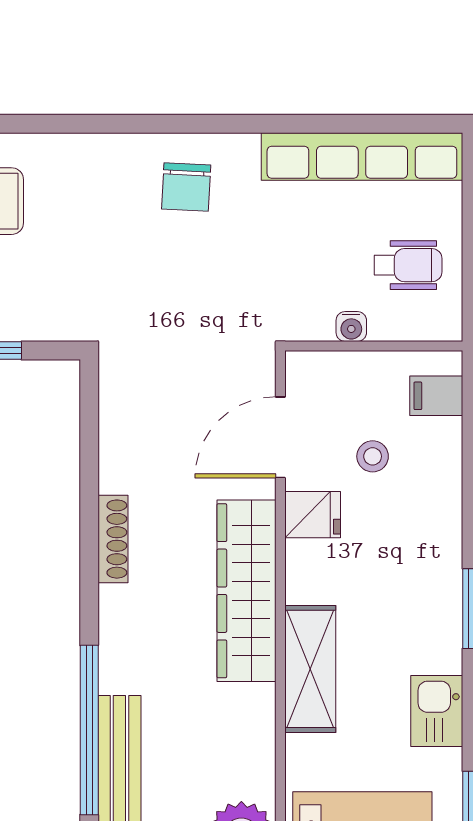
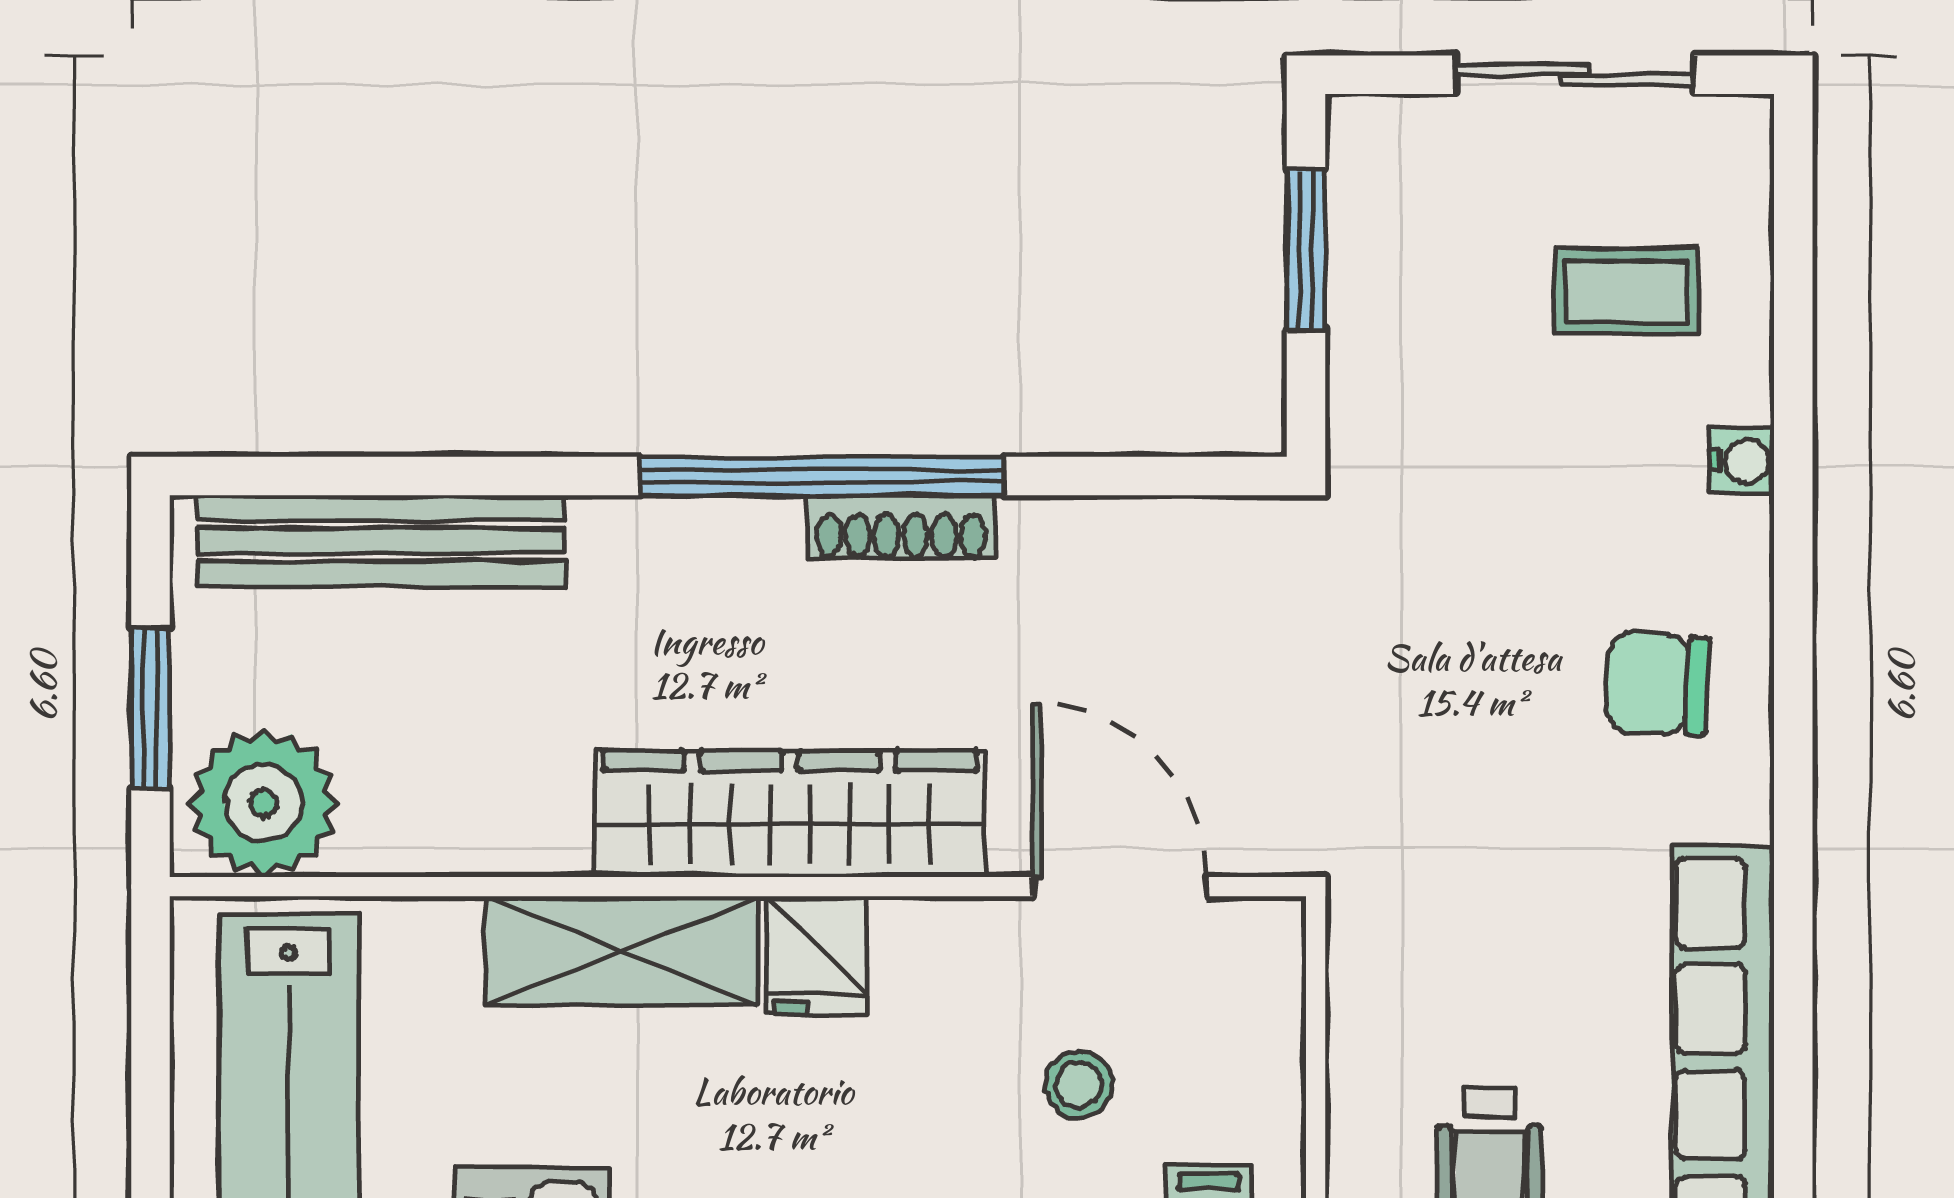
water cooler: (351, 327) -> (1742, 461), moved, turned 180
fridge: (313, 515) -> (816, 956), moved
window: (89, 730) -> (822, 476), moved

